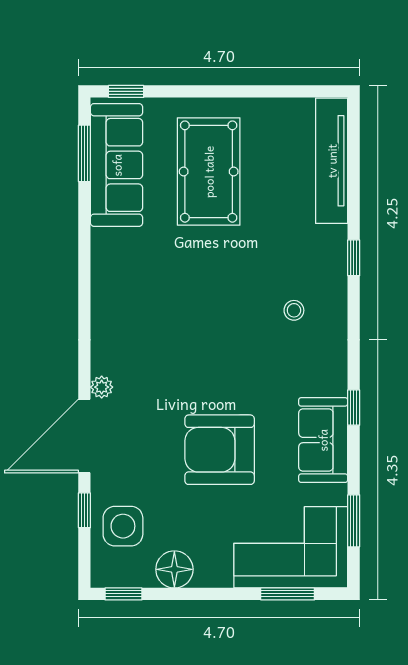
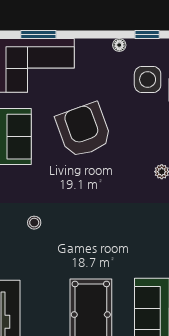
armchair: (220, 450) -> (84, 130), turned -110
floor lamp: (174, 569) -> (119, 45), width x0.53, depth x0.53

